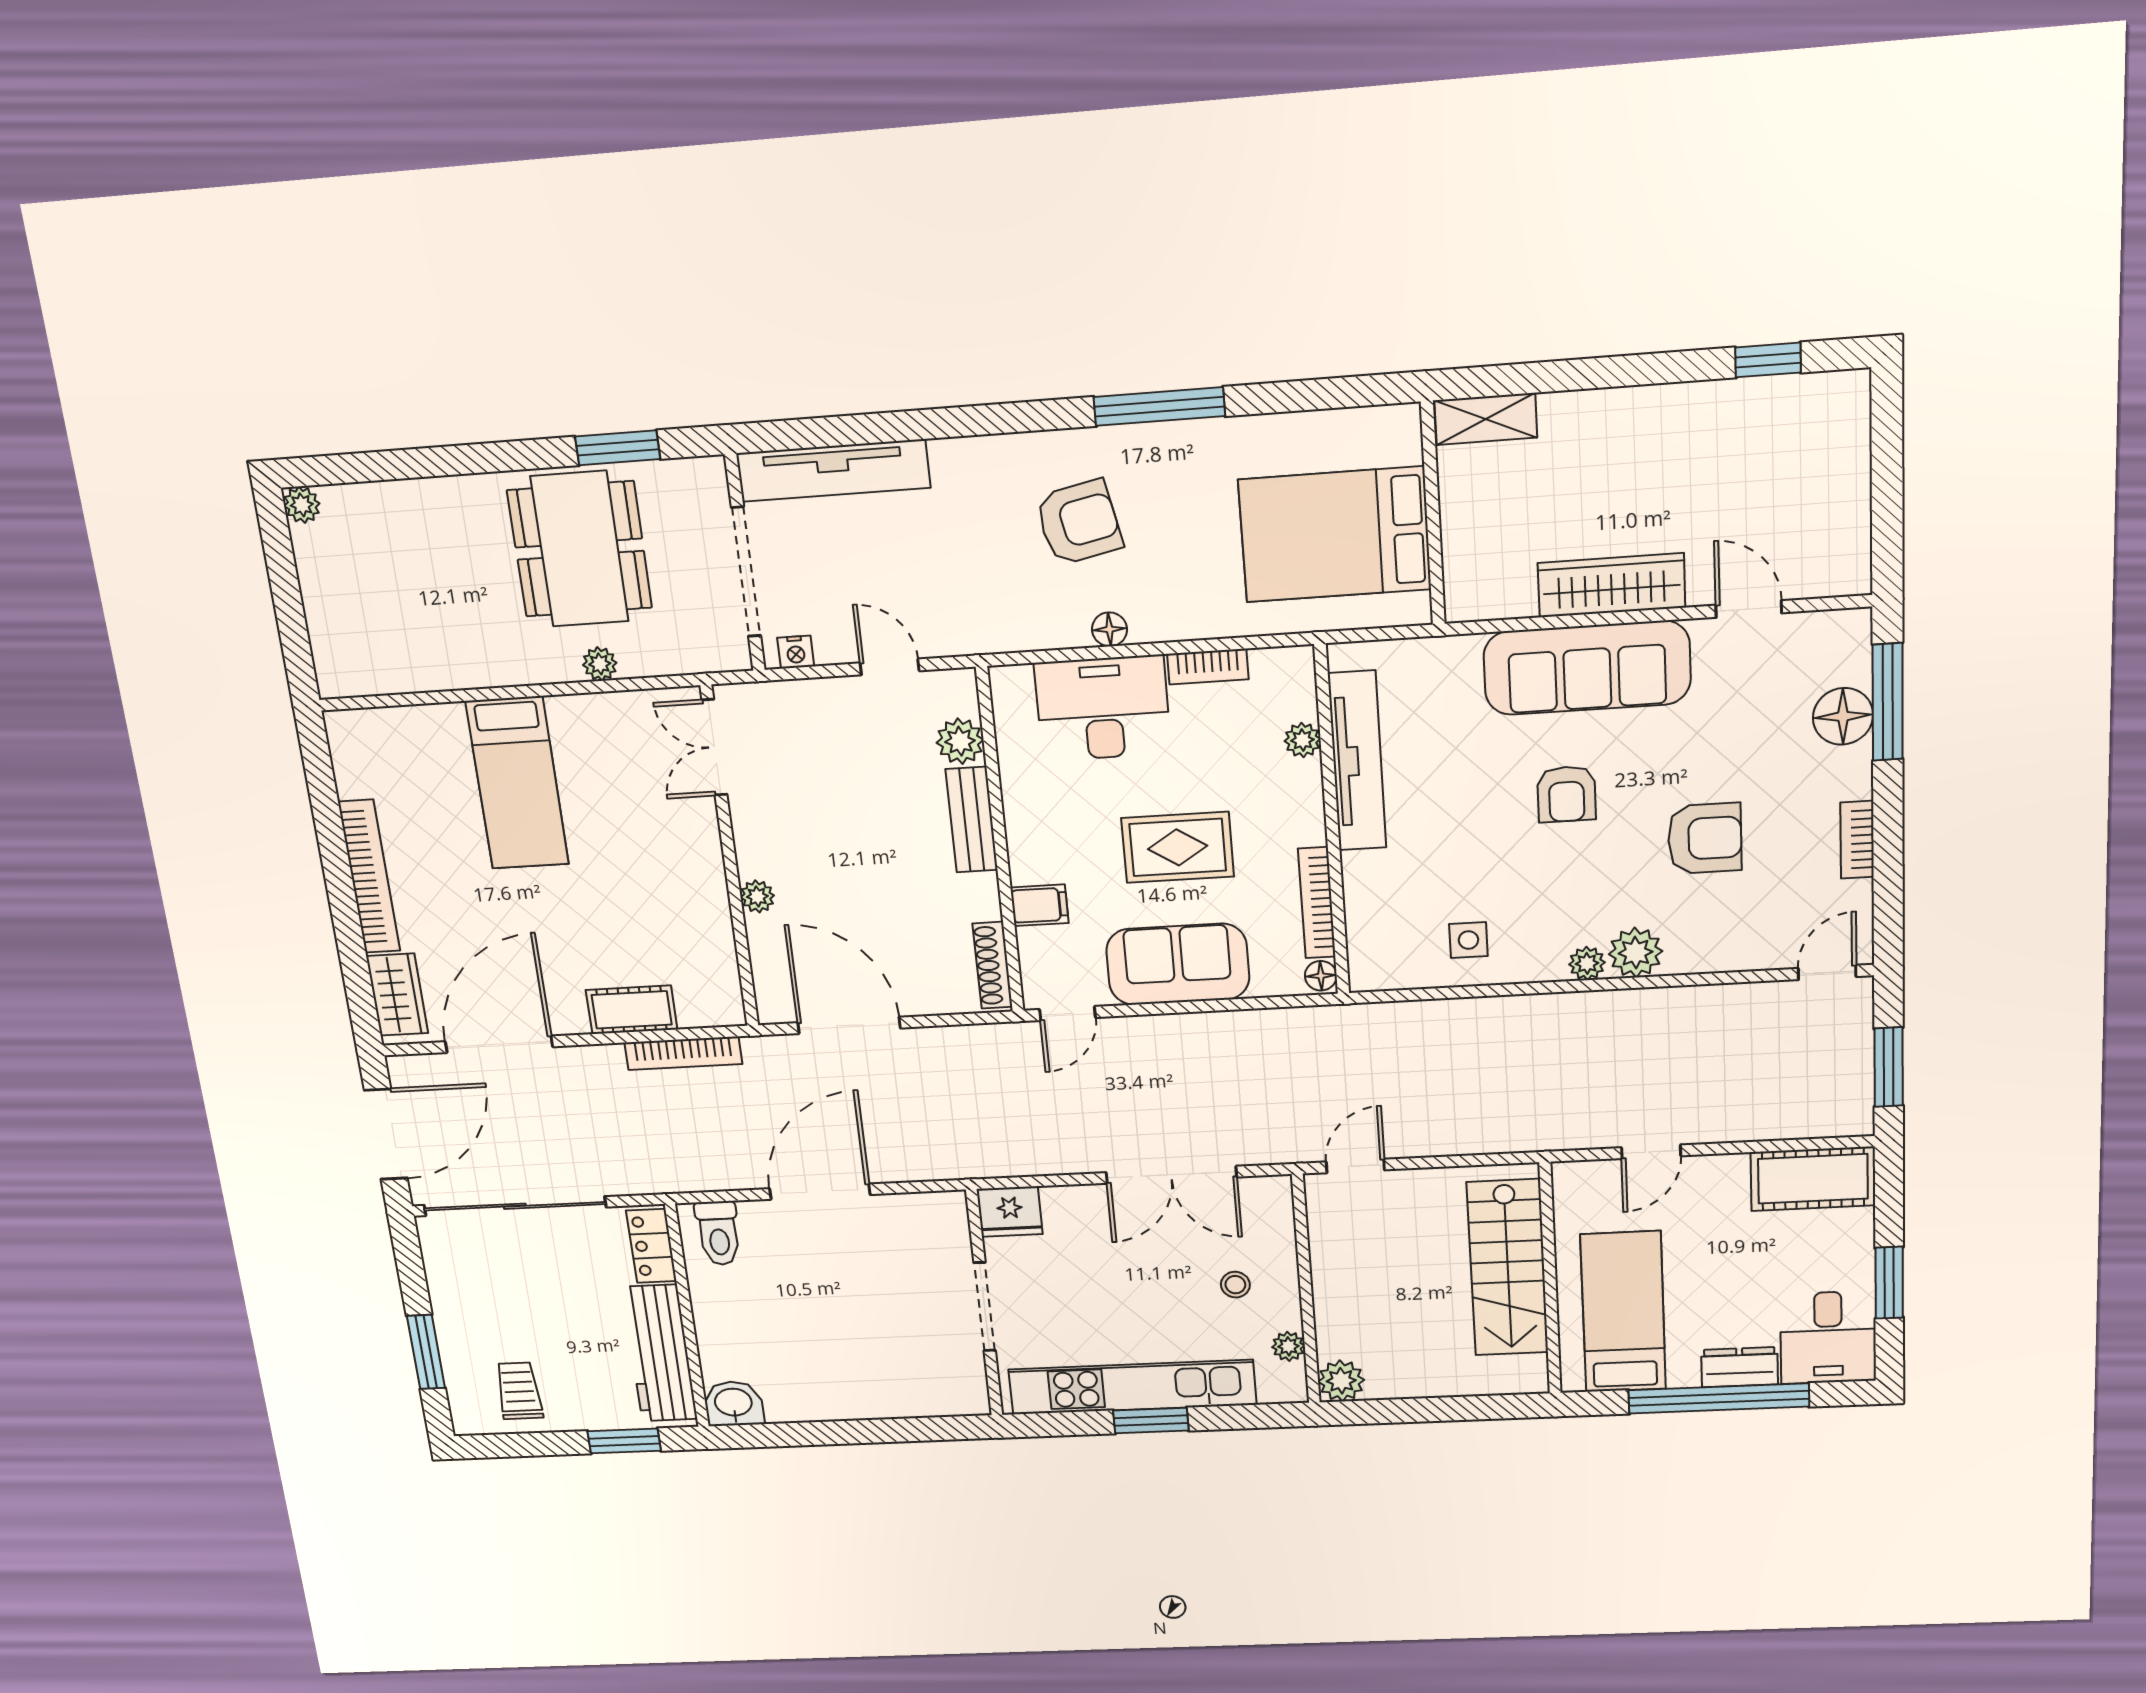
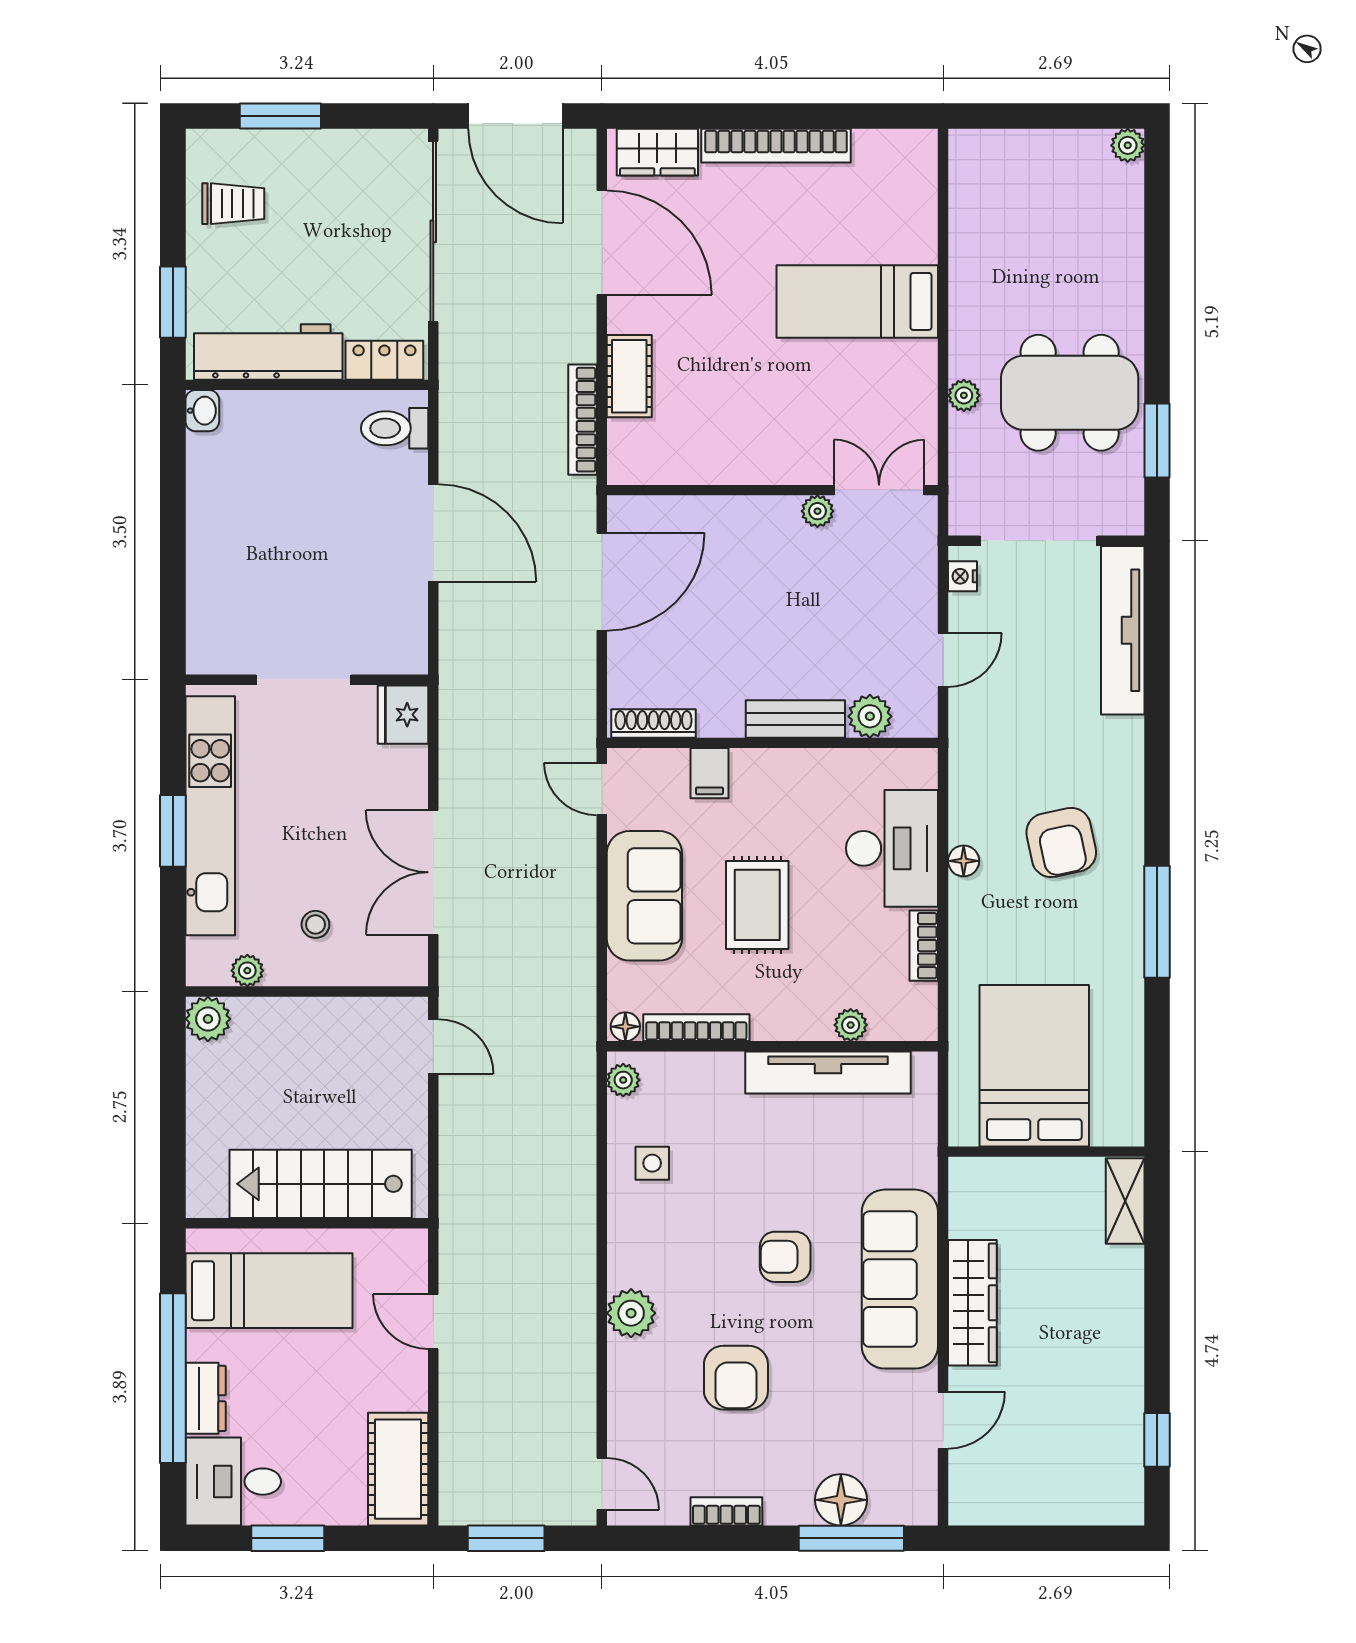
plant: (757, 896) -> (817, 511), moved
plant: (1587, 963) -> (623, 1080), moved
washbasin: (734, 1403) -> (202, 411), width x0.72, depth x0.69

